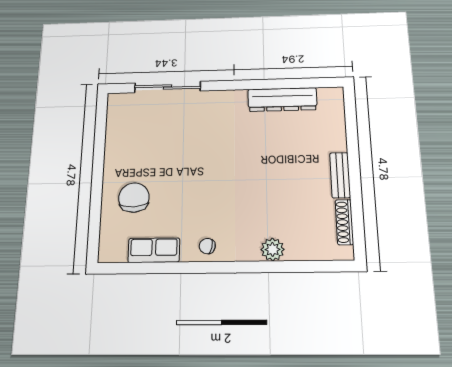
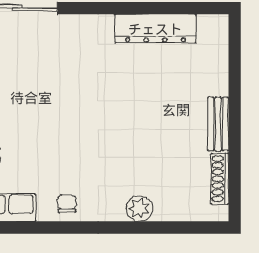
chair: (207, 246) -> (67, 204), turned 78

